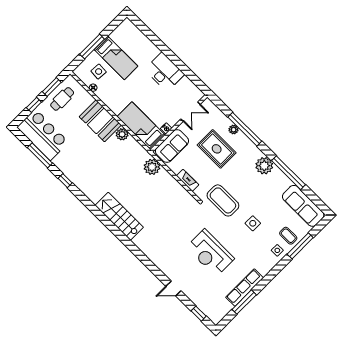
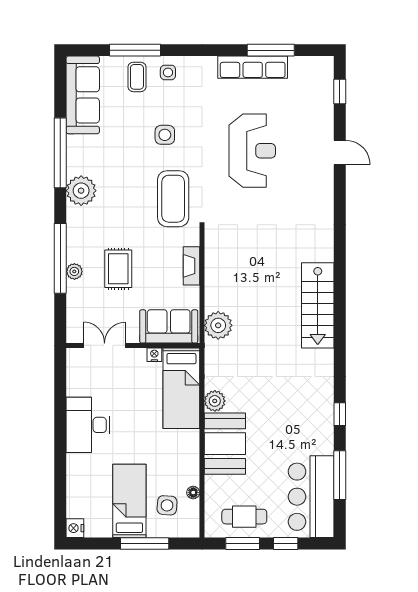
nightstand: (127, 24) -> (75, 528), added
rug: (217, 149) -> (118, 269), width x0.73, depth x0.70

